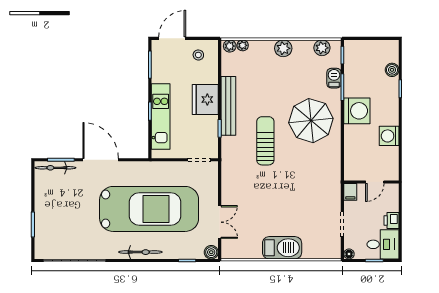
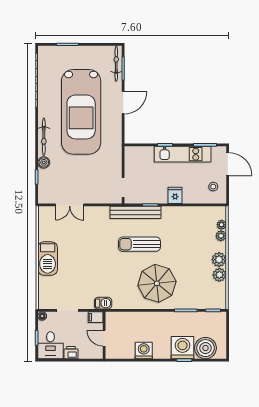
plant: (230, 46) -> (221, 236), moved
plant: (322, 48) -> (219, 275), moved
boiler: (392, 70) -> (205, 348), width x1.86, depth x1.86
barbecue: (334, 78) -> (103, 303), moved
fridge: (205, 99) -> (175, 195), width x0.53, depth x0.75
bench: (228, 106) -> (136, 212), moved
washing machine: (357, 111) -> (183, 348), moved, turned 180
kitchen unit: (161, 116) -> (183, 154), moved
sun lounger: (265, 141) -> (139, 244), turned 180
door: (101, 160) -> (123, 103), width x0.73
car: (149, 209) -> (81, 112), moved
boiler: (211, 252) -> (44, 162), moved

